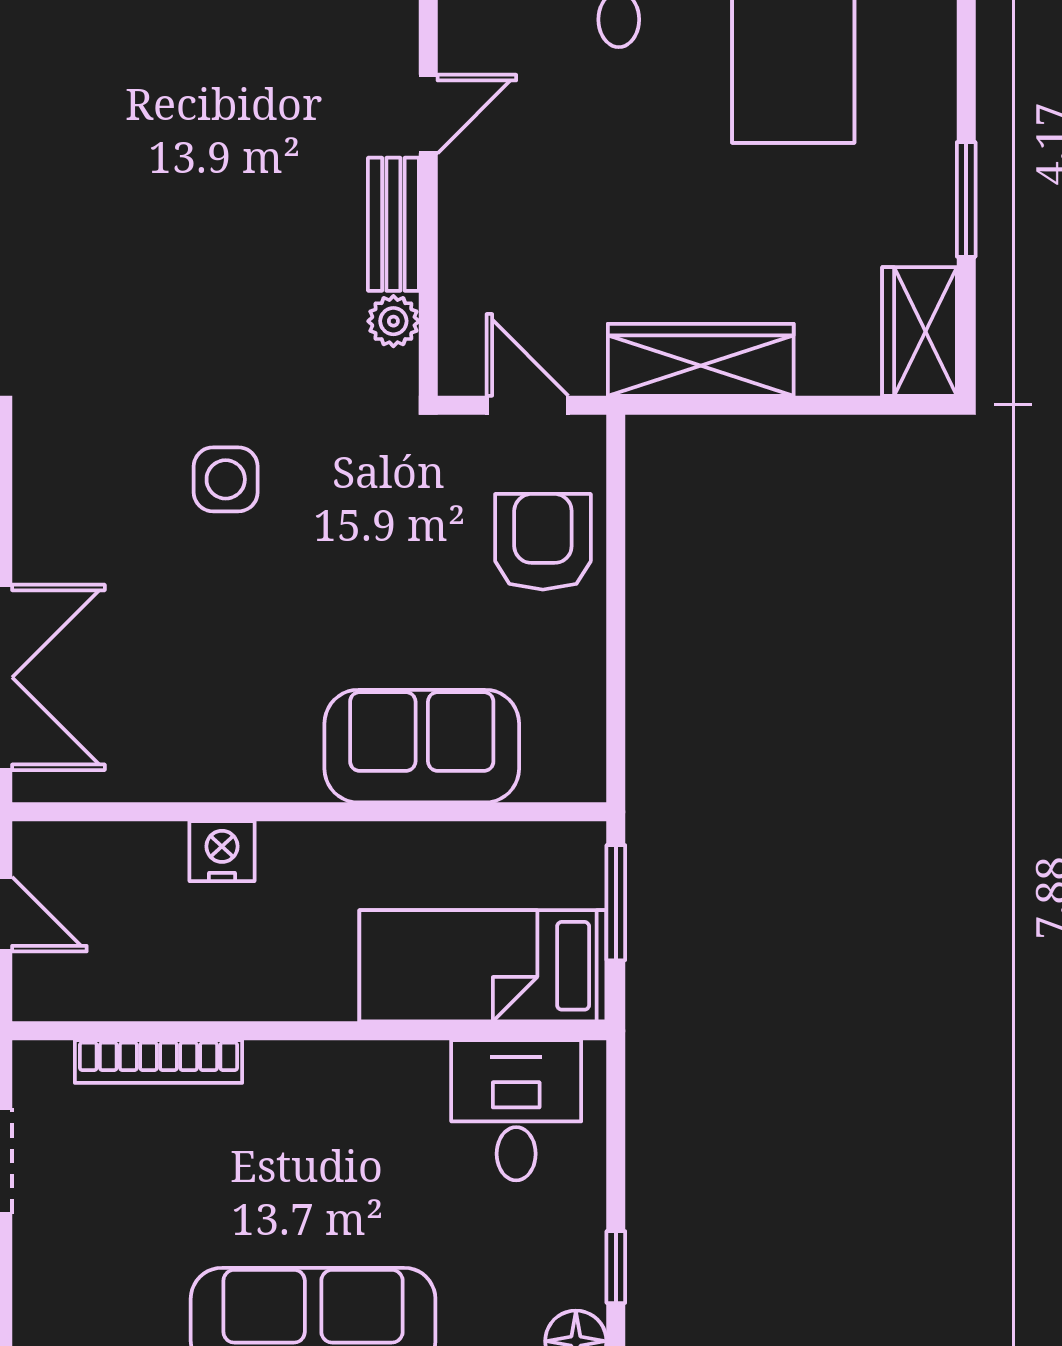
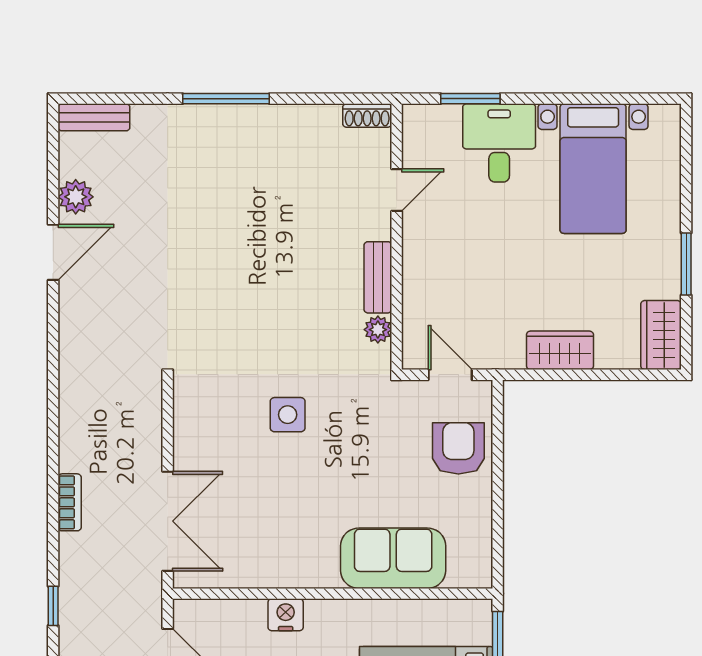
door: (428, 114) -> (397, 190), moved
wardrobe: (701, 360) -> (560, 350), width x0.67

